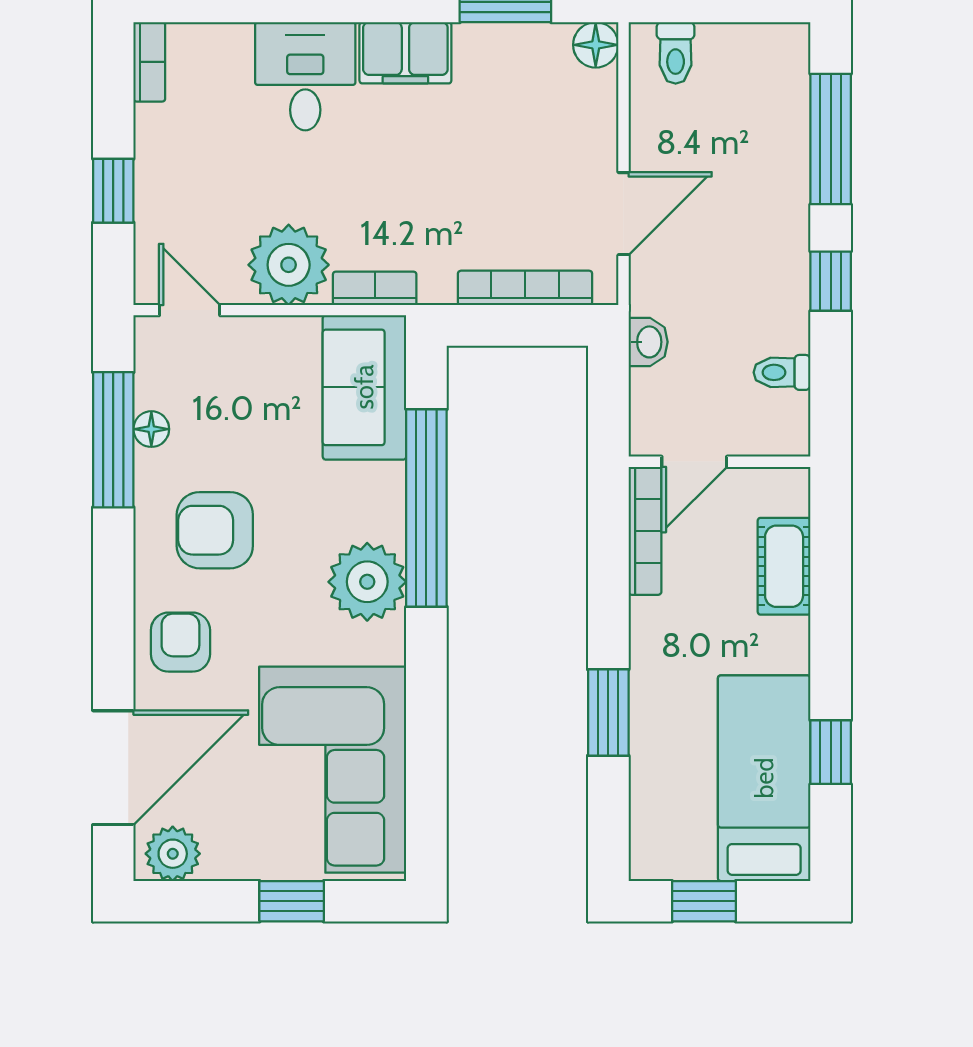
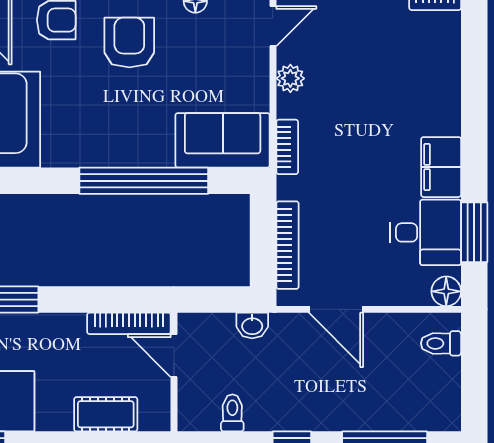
desk: (305, 76) -> (426, 232), moved
plant: (289, 265) -> (290, 78), width x0.53, depth x0.53
plant: (367, 582) -> (96, 142), removed

